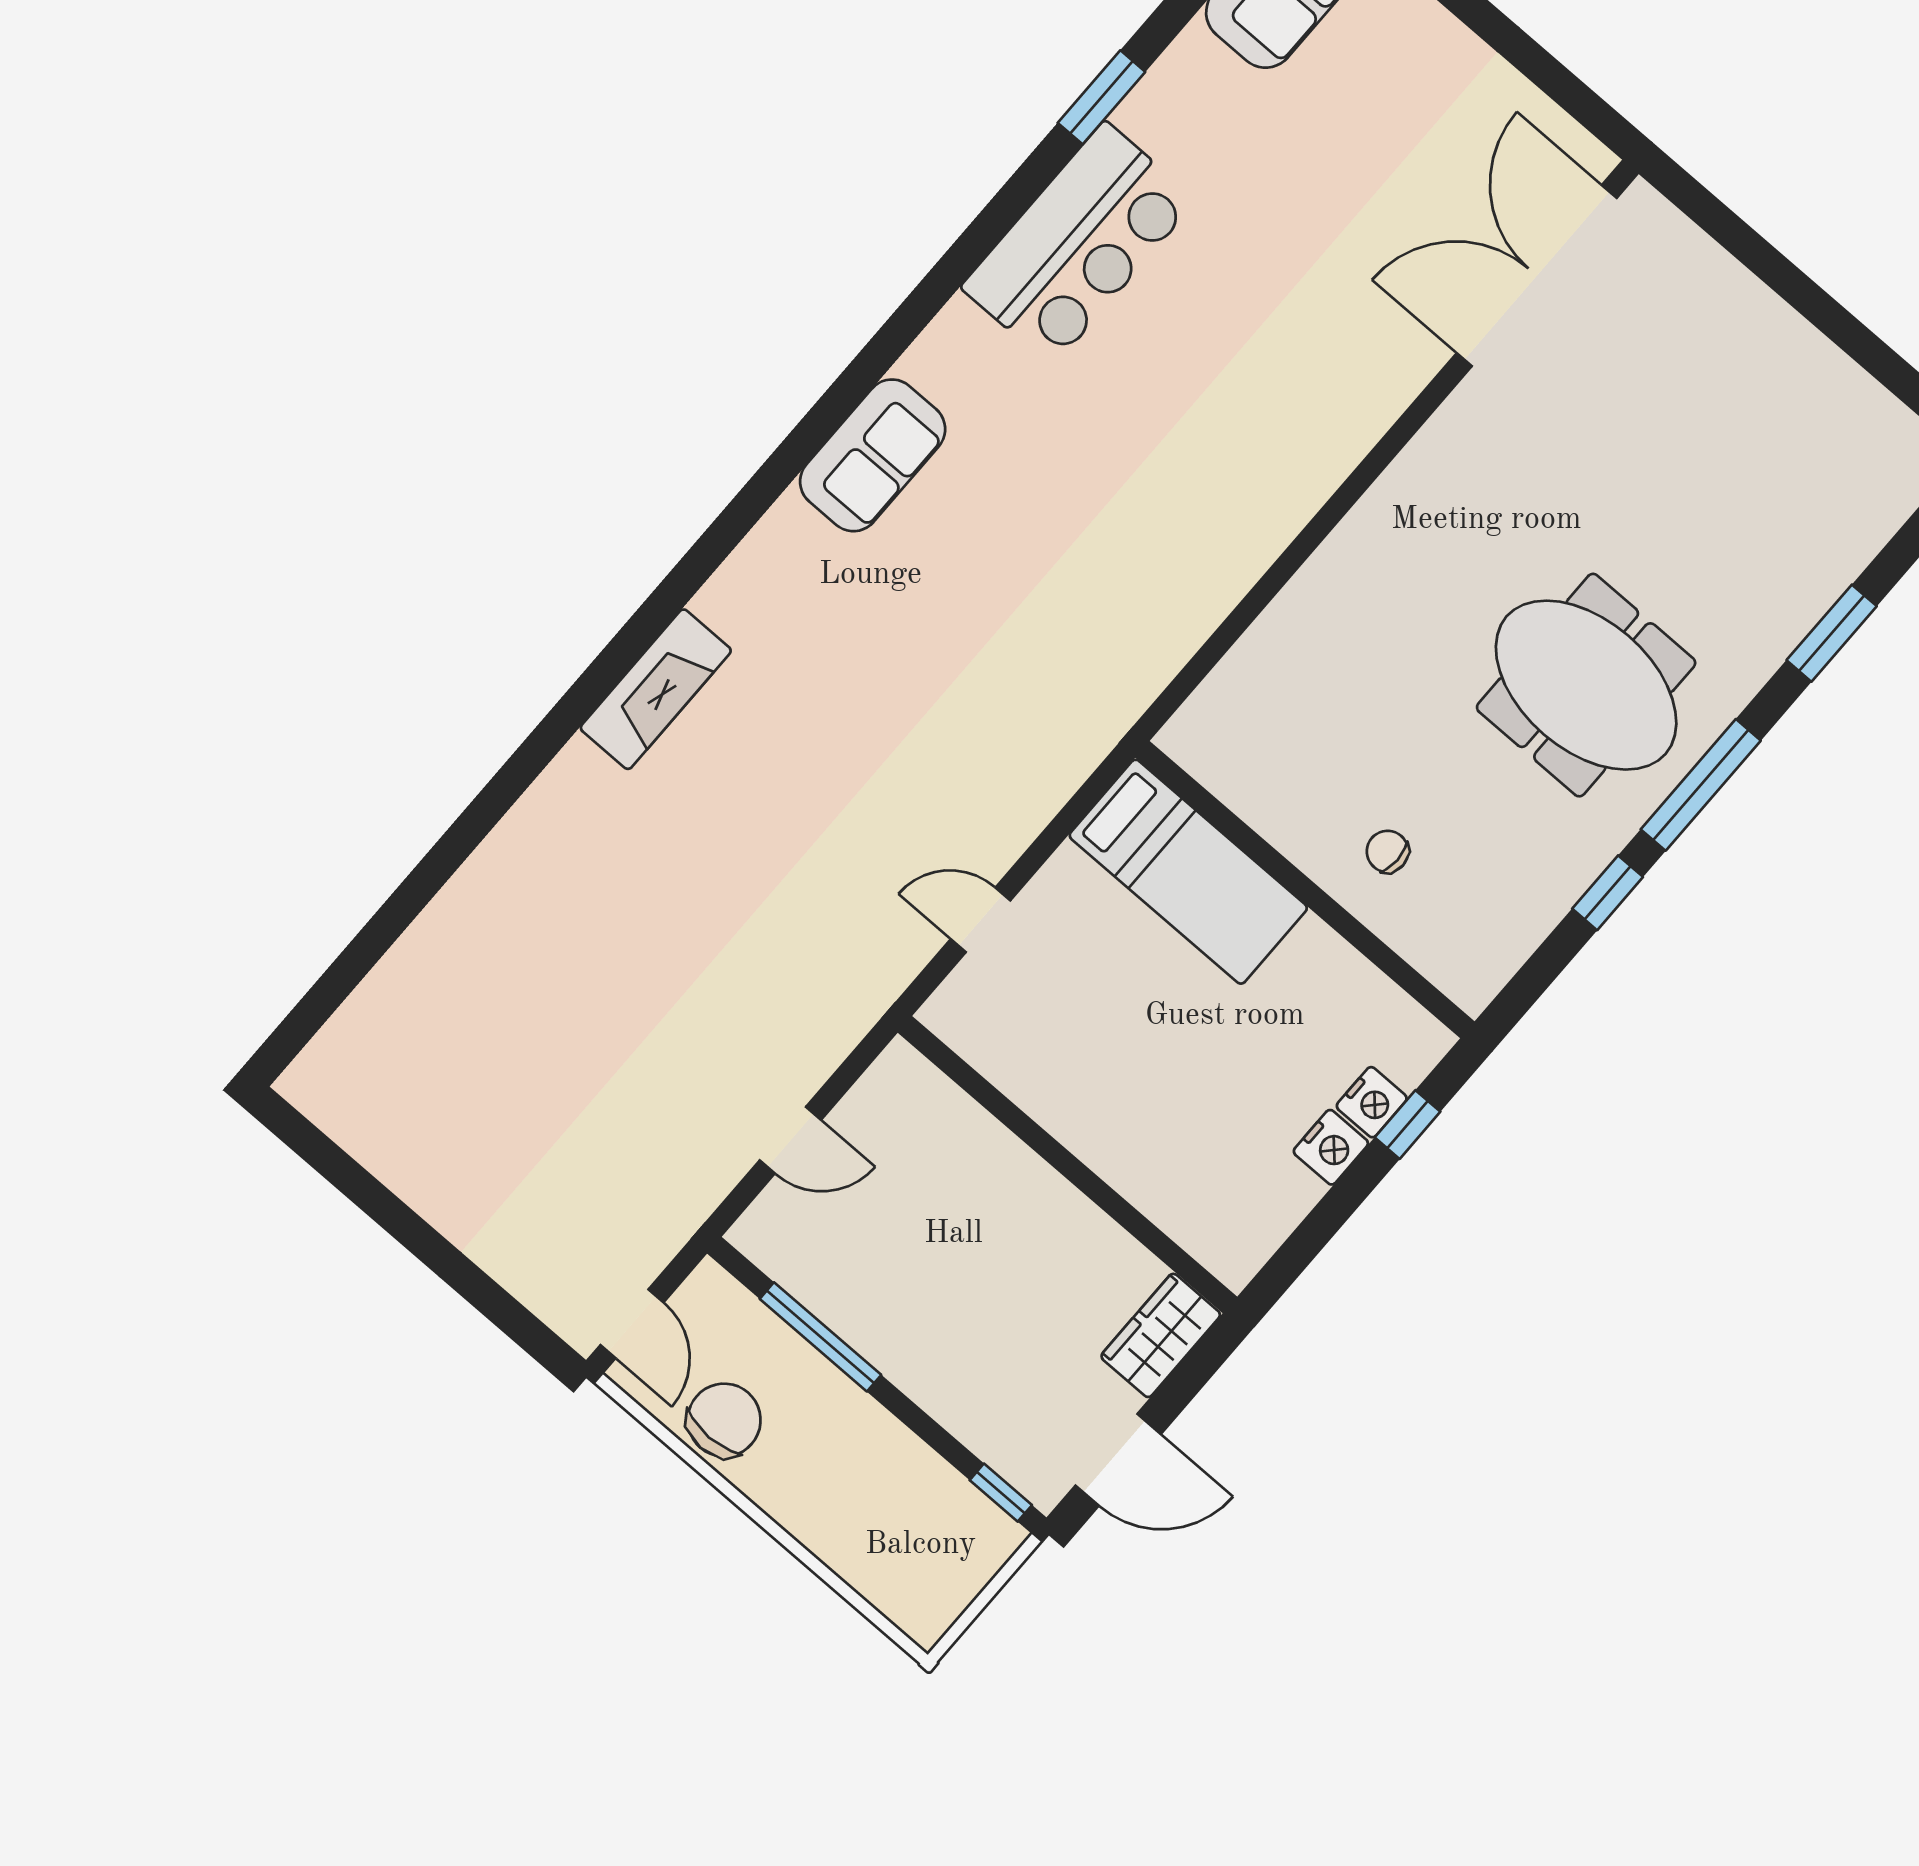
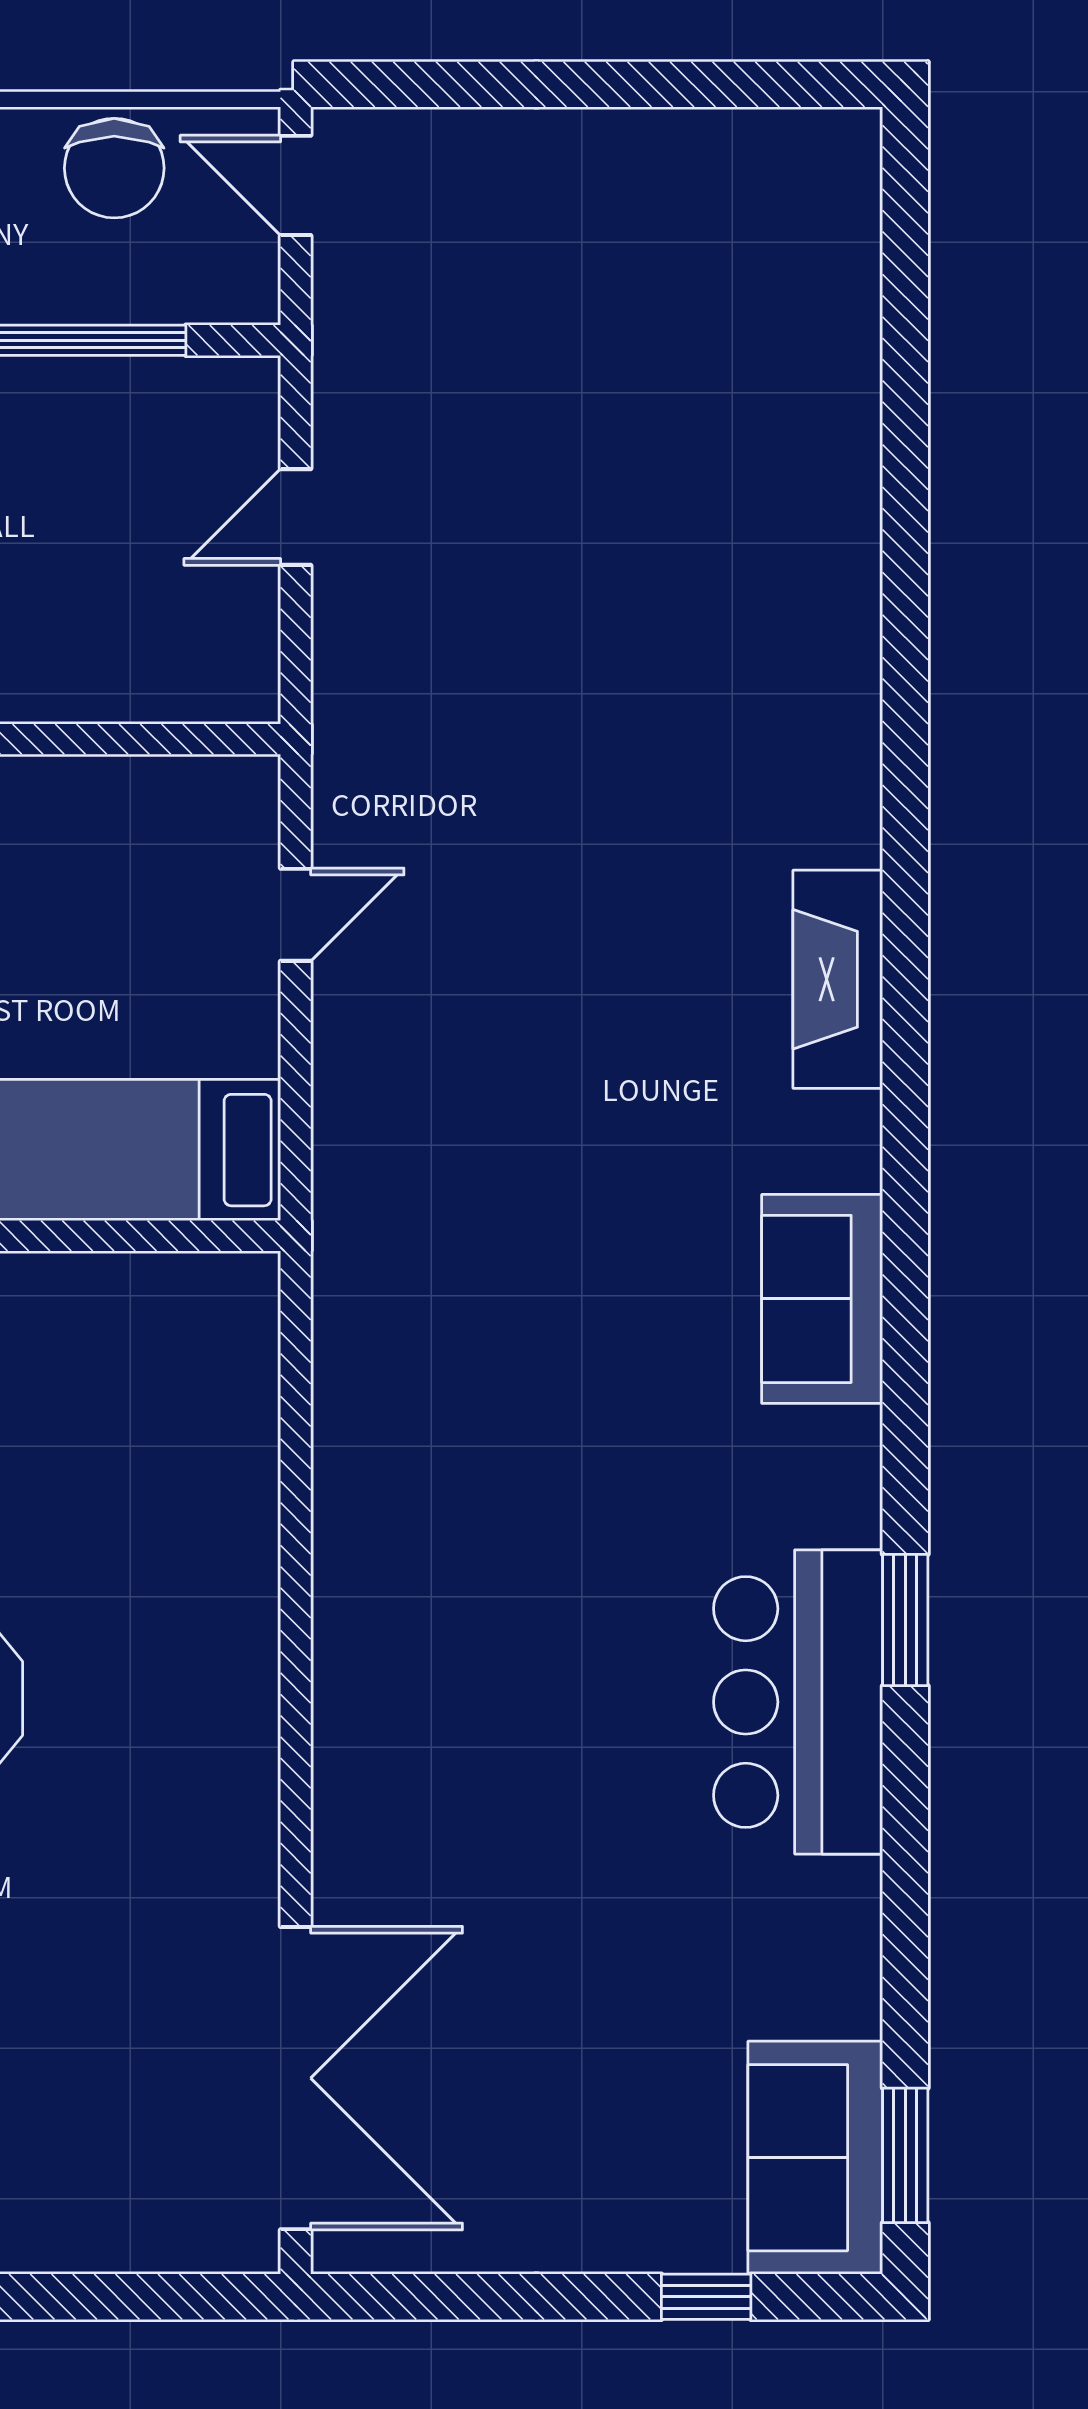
window: (1101, 97) -> (905, 1620), moved
fireplace: (656, 689) -> (838, 979), moved

